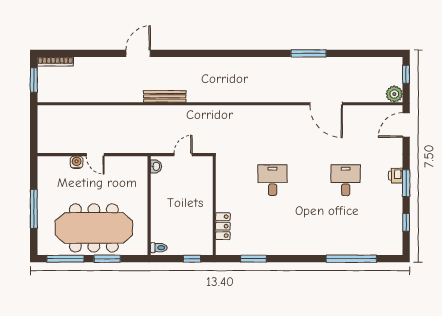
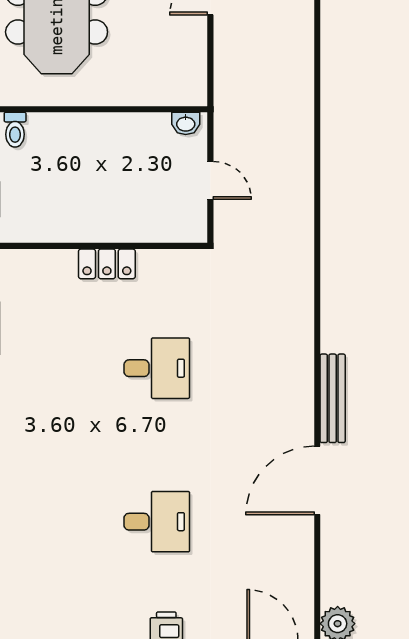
bench: (165, 96) -> (333, 398), moved
locker: (223, 226) -> (107, 264), moved

